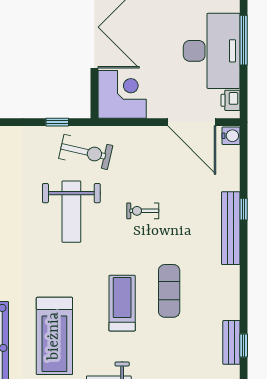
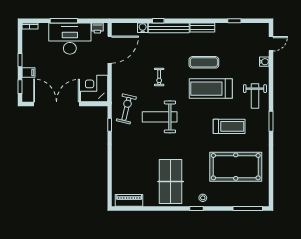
water cooler: (231, 136) -> (143, 28), moved
weight bench: (71, 212) -> (160, 117), turned 180
treadmill: (122, 303) -> (211, 89), width x1.37, depth x1.38
treadmill: (54, 336) -> (229, 126), width x0.73, depth x0.73
bench: (231, 342) -> (202, 28), moved

